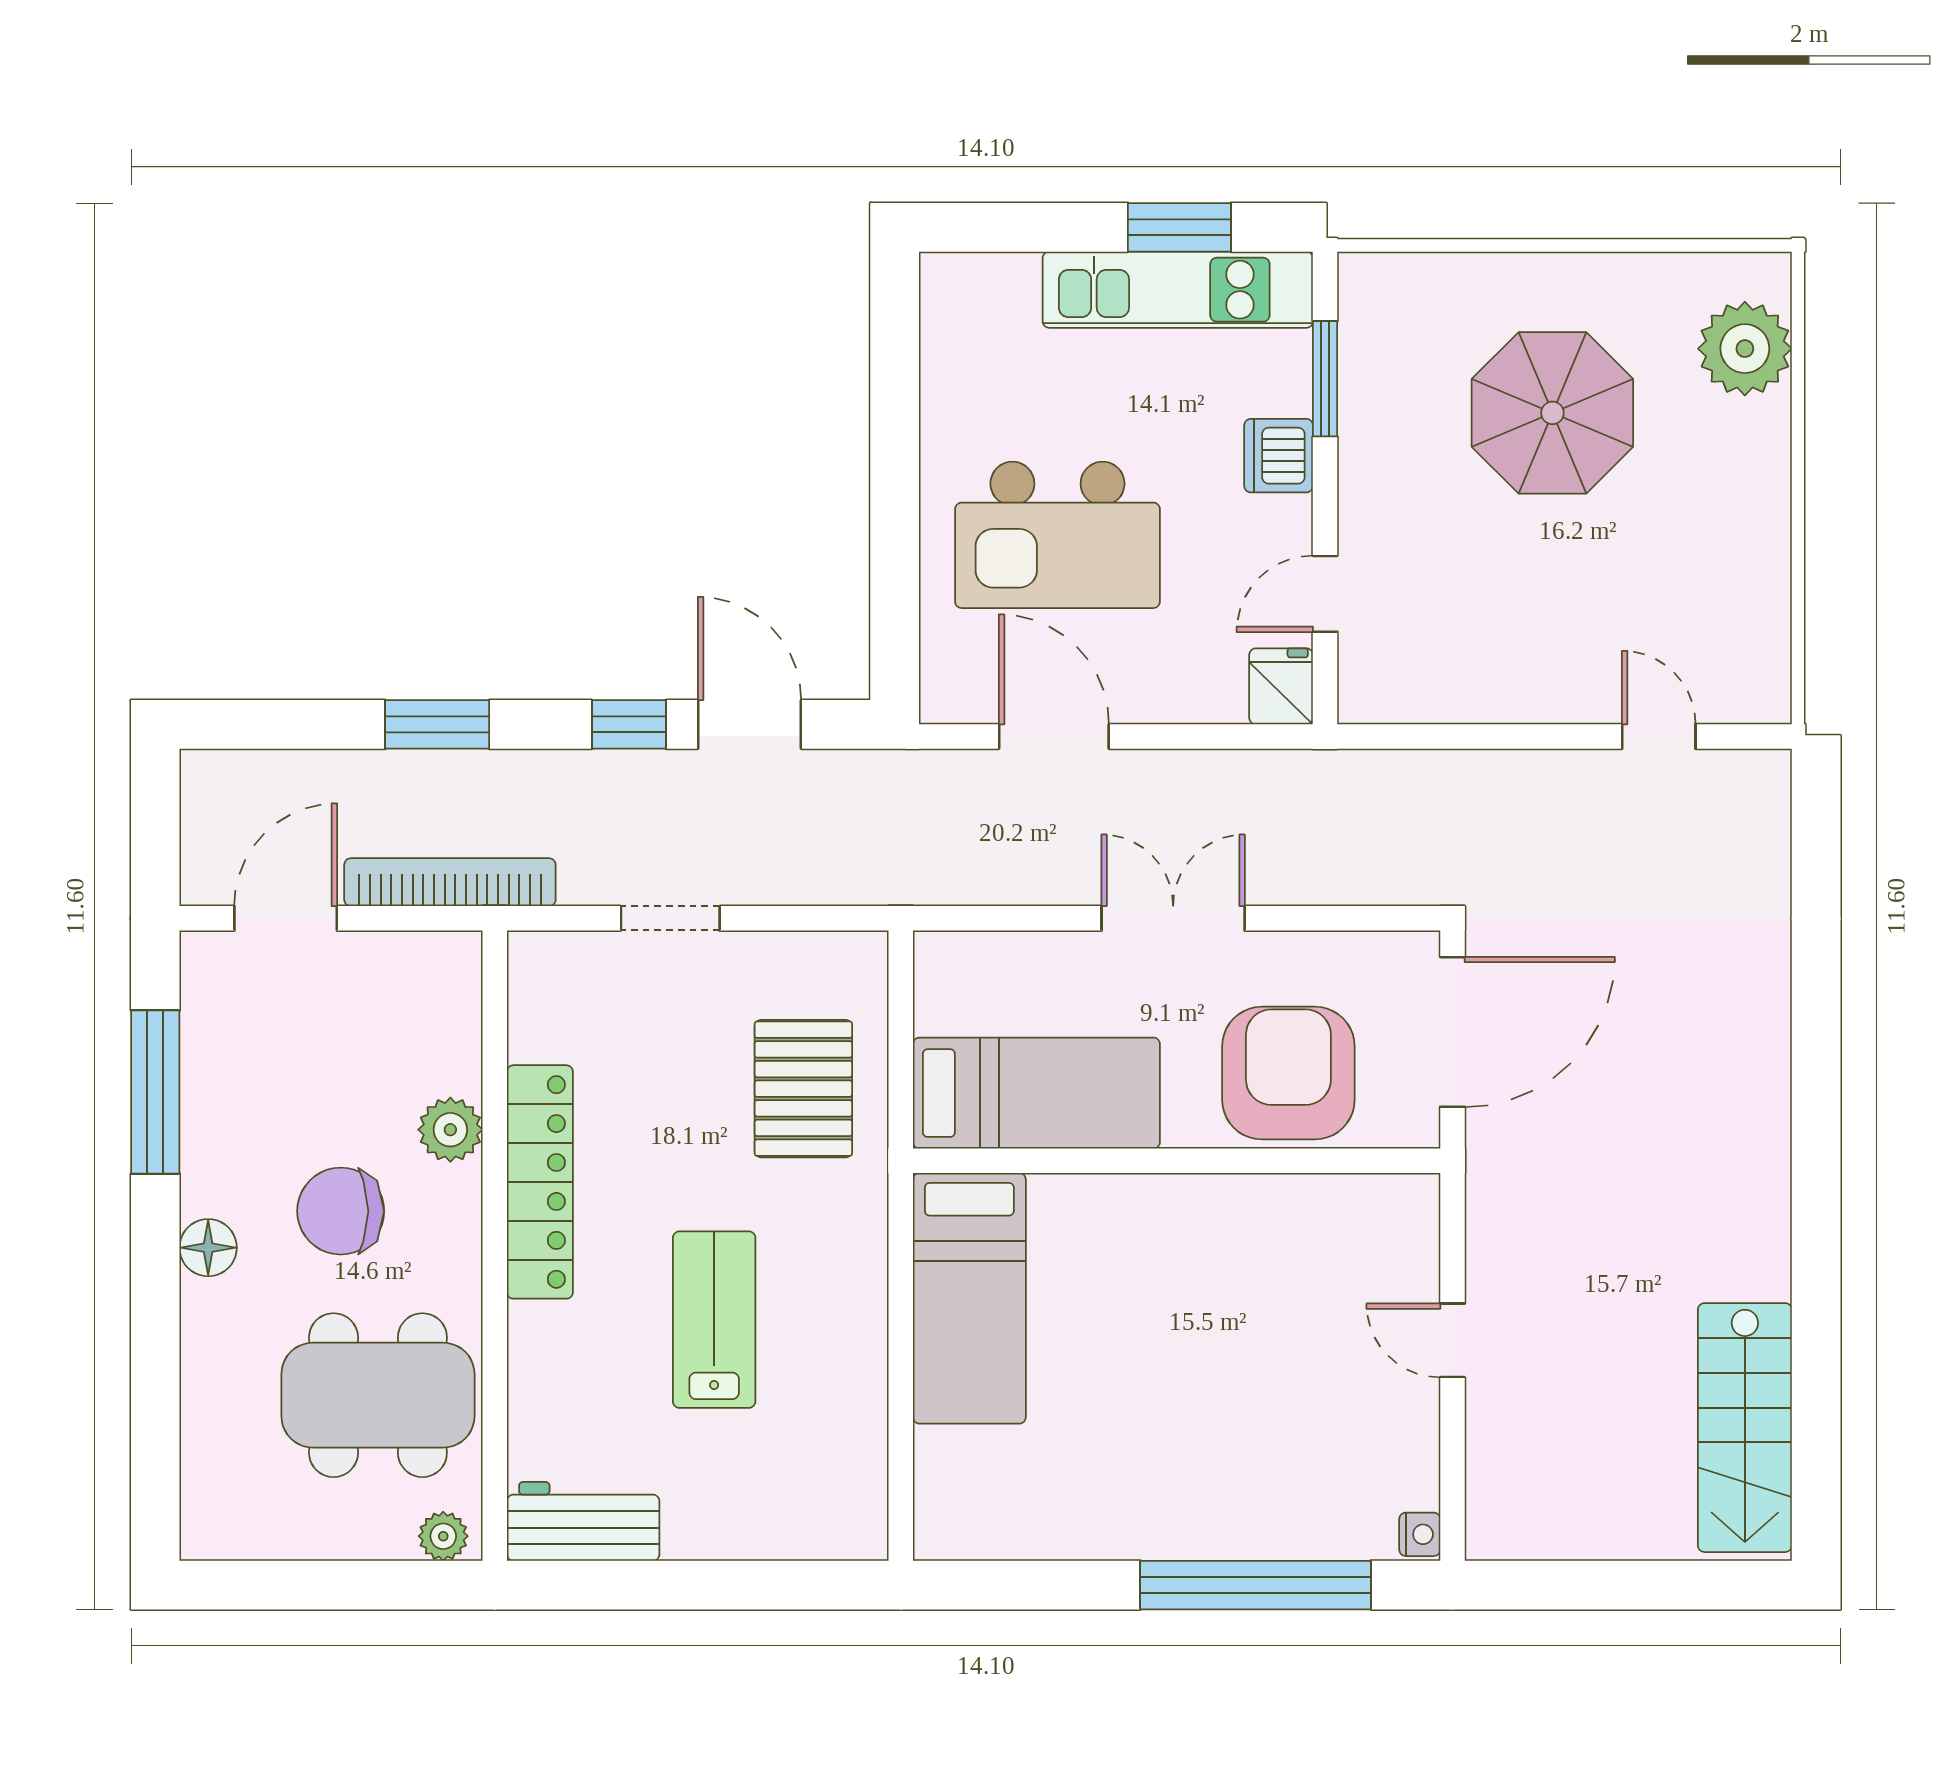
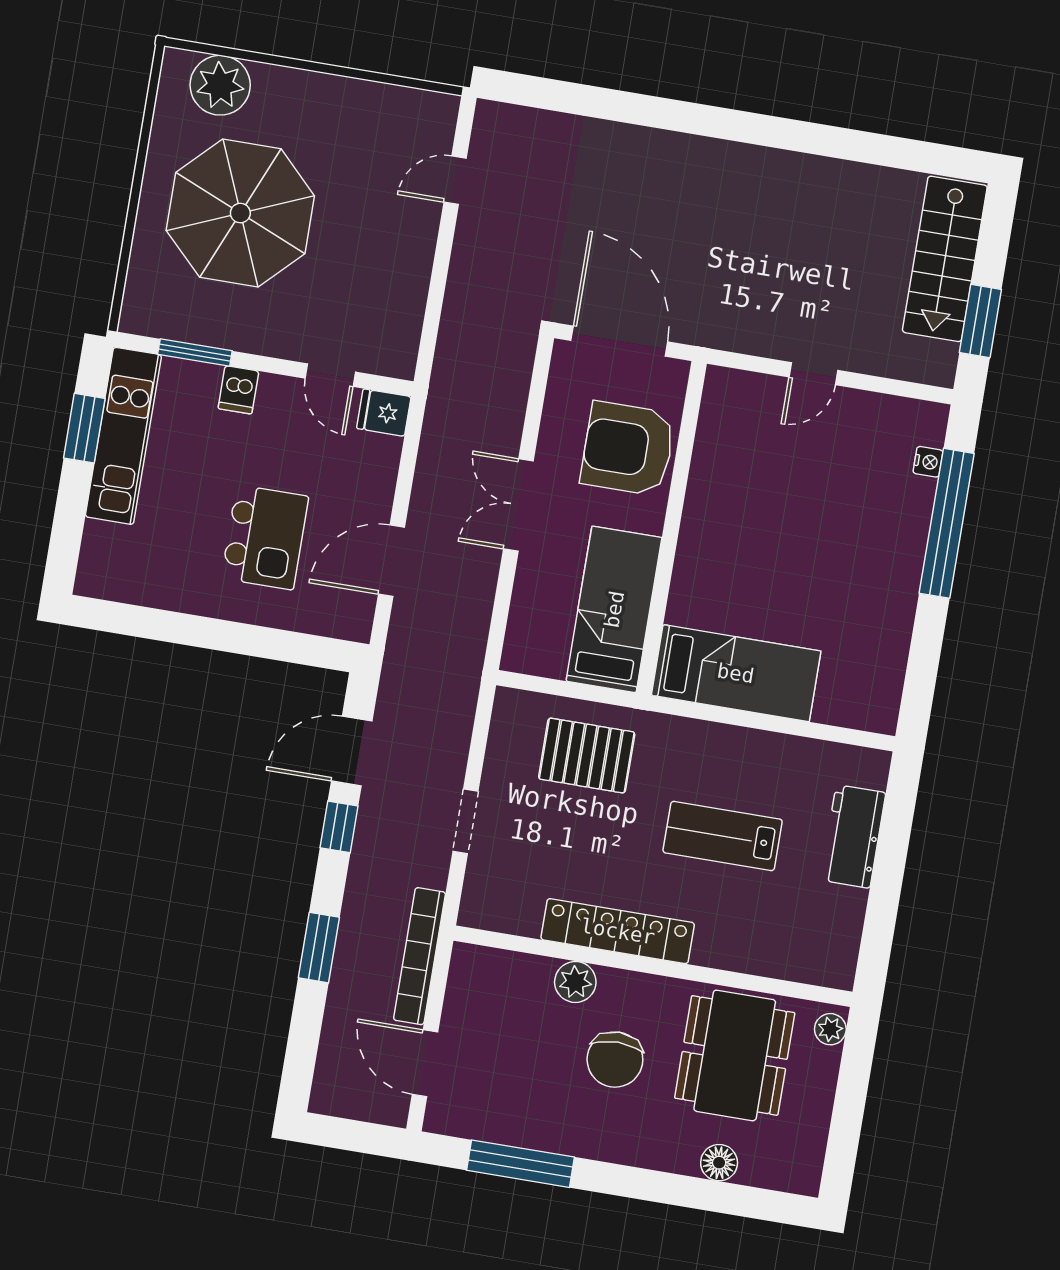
parasol: (1552, 413) -> (240, 213), width x1.36, depth x1.36
dishwasher: (1279, 456) -> (238, 390), width x0.73
kitchen island: (1057, 535) -> (265, 537), width x0.73, depth x0.78
floor lamp: (208, 1248) -> (719, 1163), moved
stairs: (1745, 1428) -> (945, 259), moved, turned 90
workbench: (583, 1521) -> (853, 836), moved
nightstand: (1420, 1534) -> (928, 462), moved, turned 90
window: (1577, 1585) -> (980, 321), added

